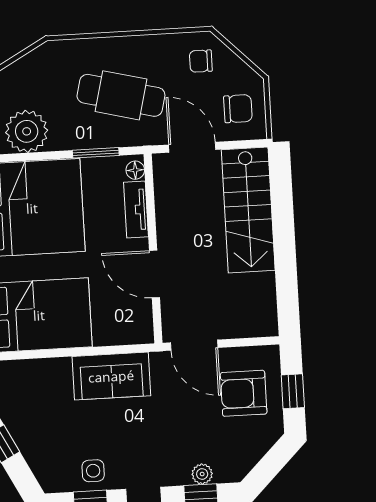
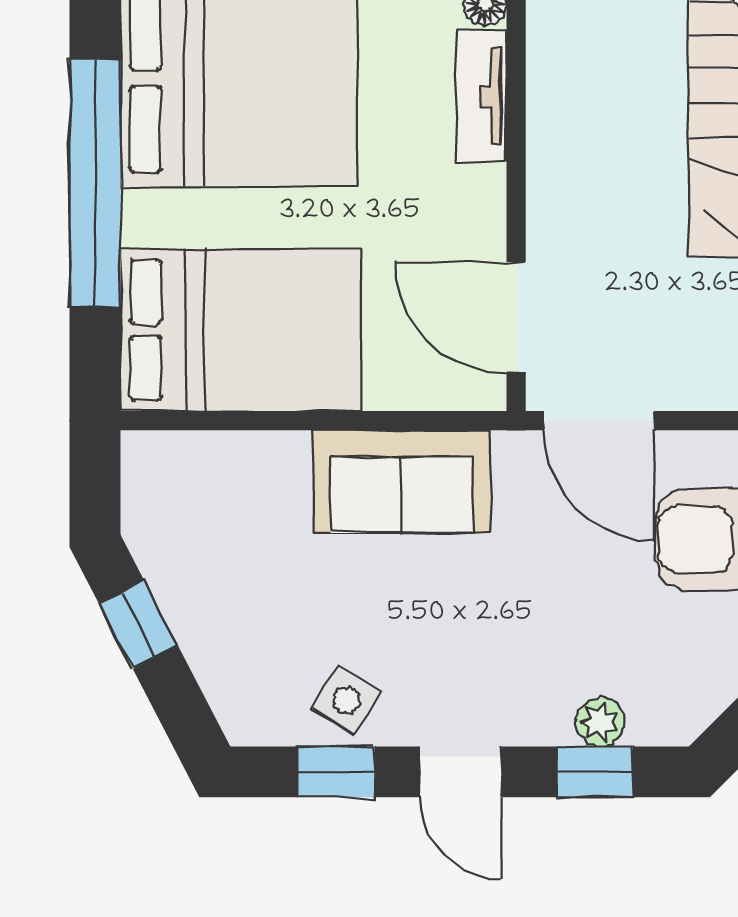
door: (154, 274) -> (516, 317), moved
side table: (93, 471) -> (346, 700), turned 33

